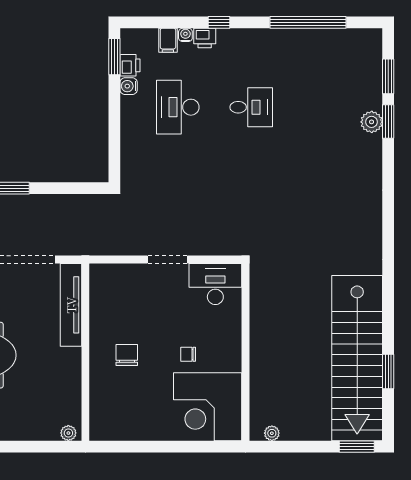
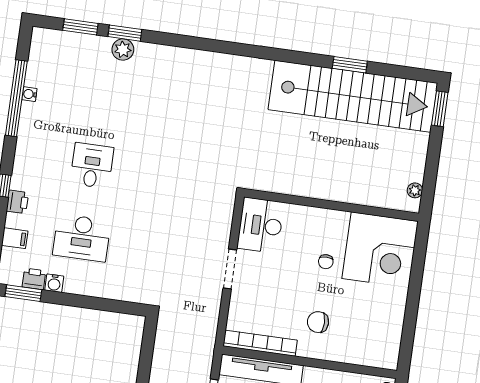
water cooler: (185, 35) -> (29, 94), moved
bookcase: (98, 300) -> (260, 343), added
window: (388, 372) -> (350, 65), moved

